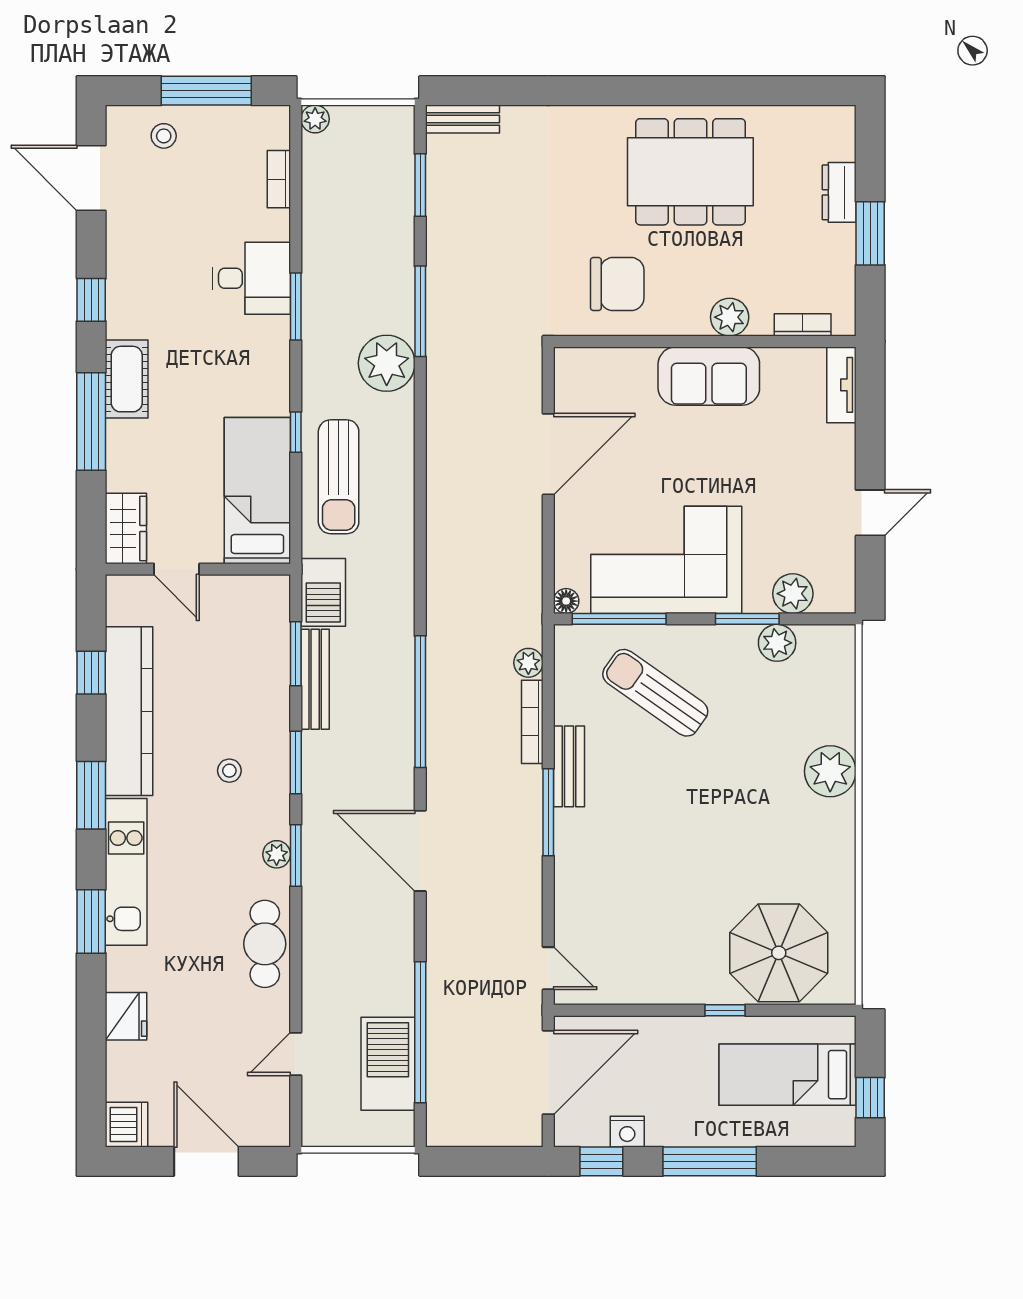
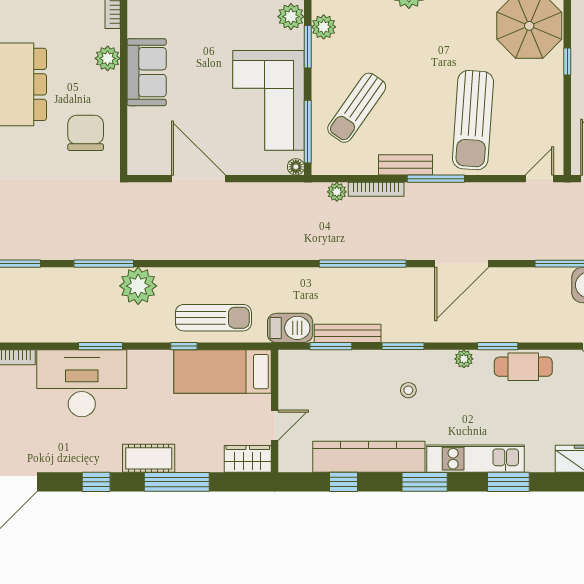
desk: (251, 278) -> (82, 383), width x1.87, depth x1.30
window: (296, 855) -> (498, 346), moved
sun lounger: (637, 868) -> (473, 120), added

